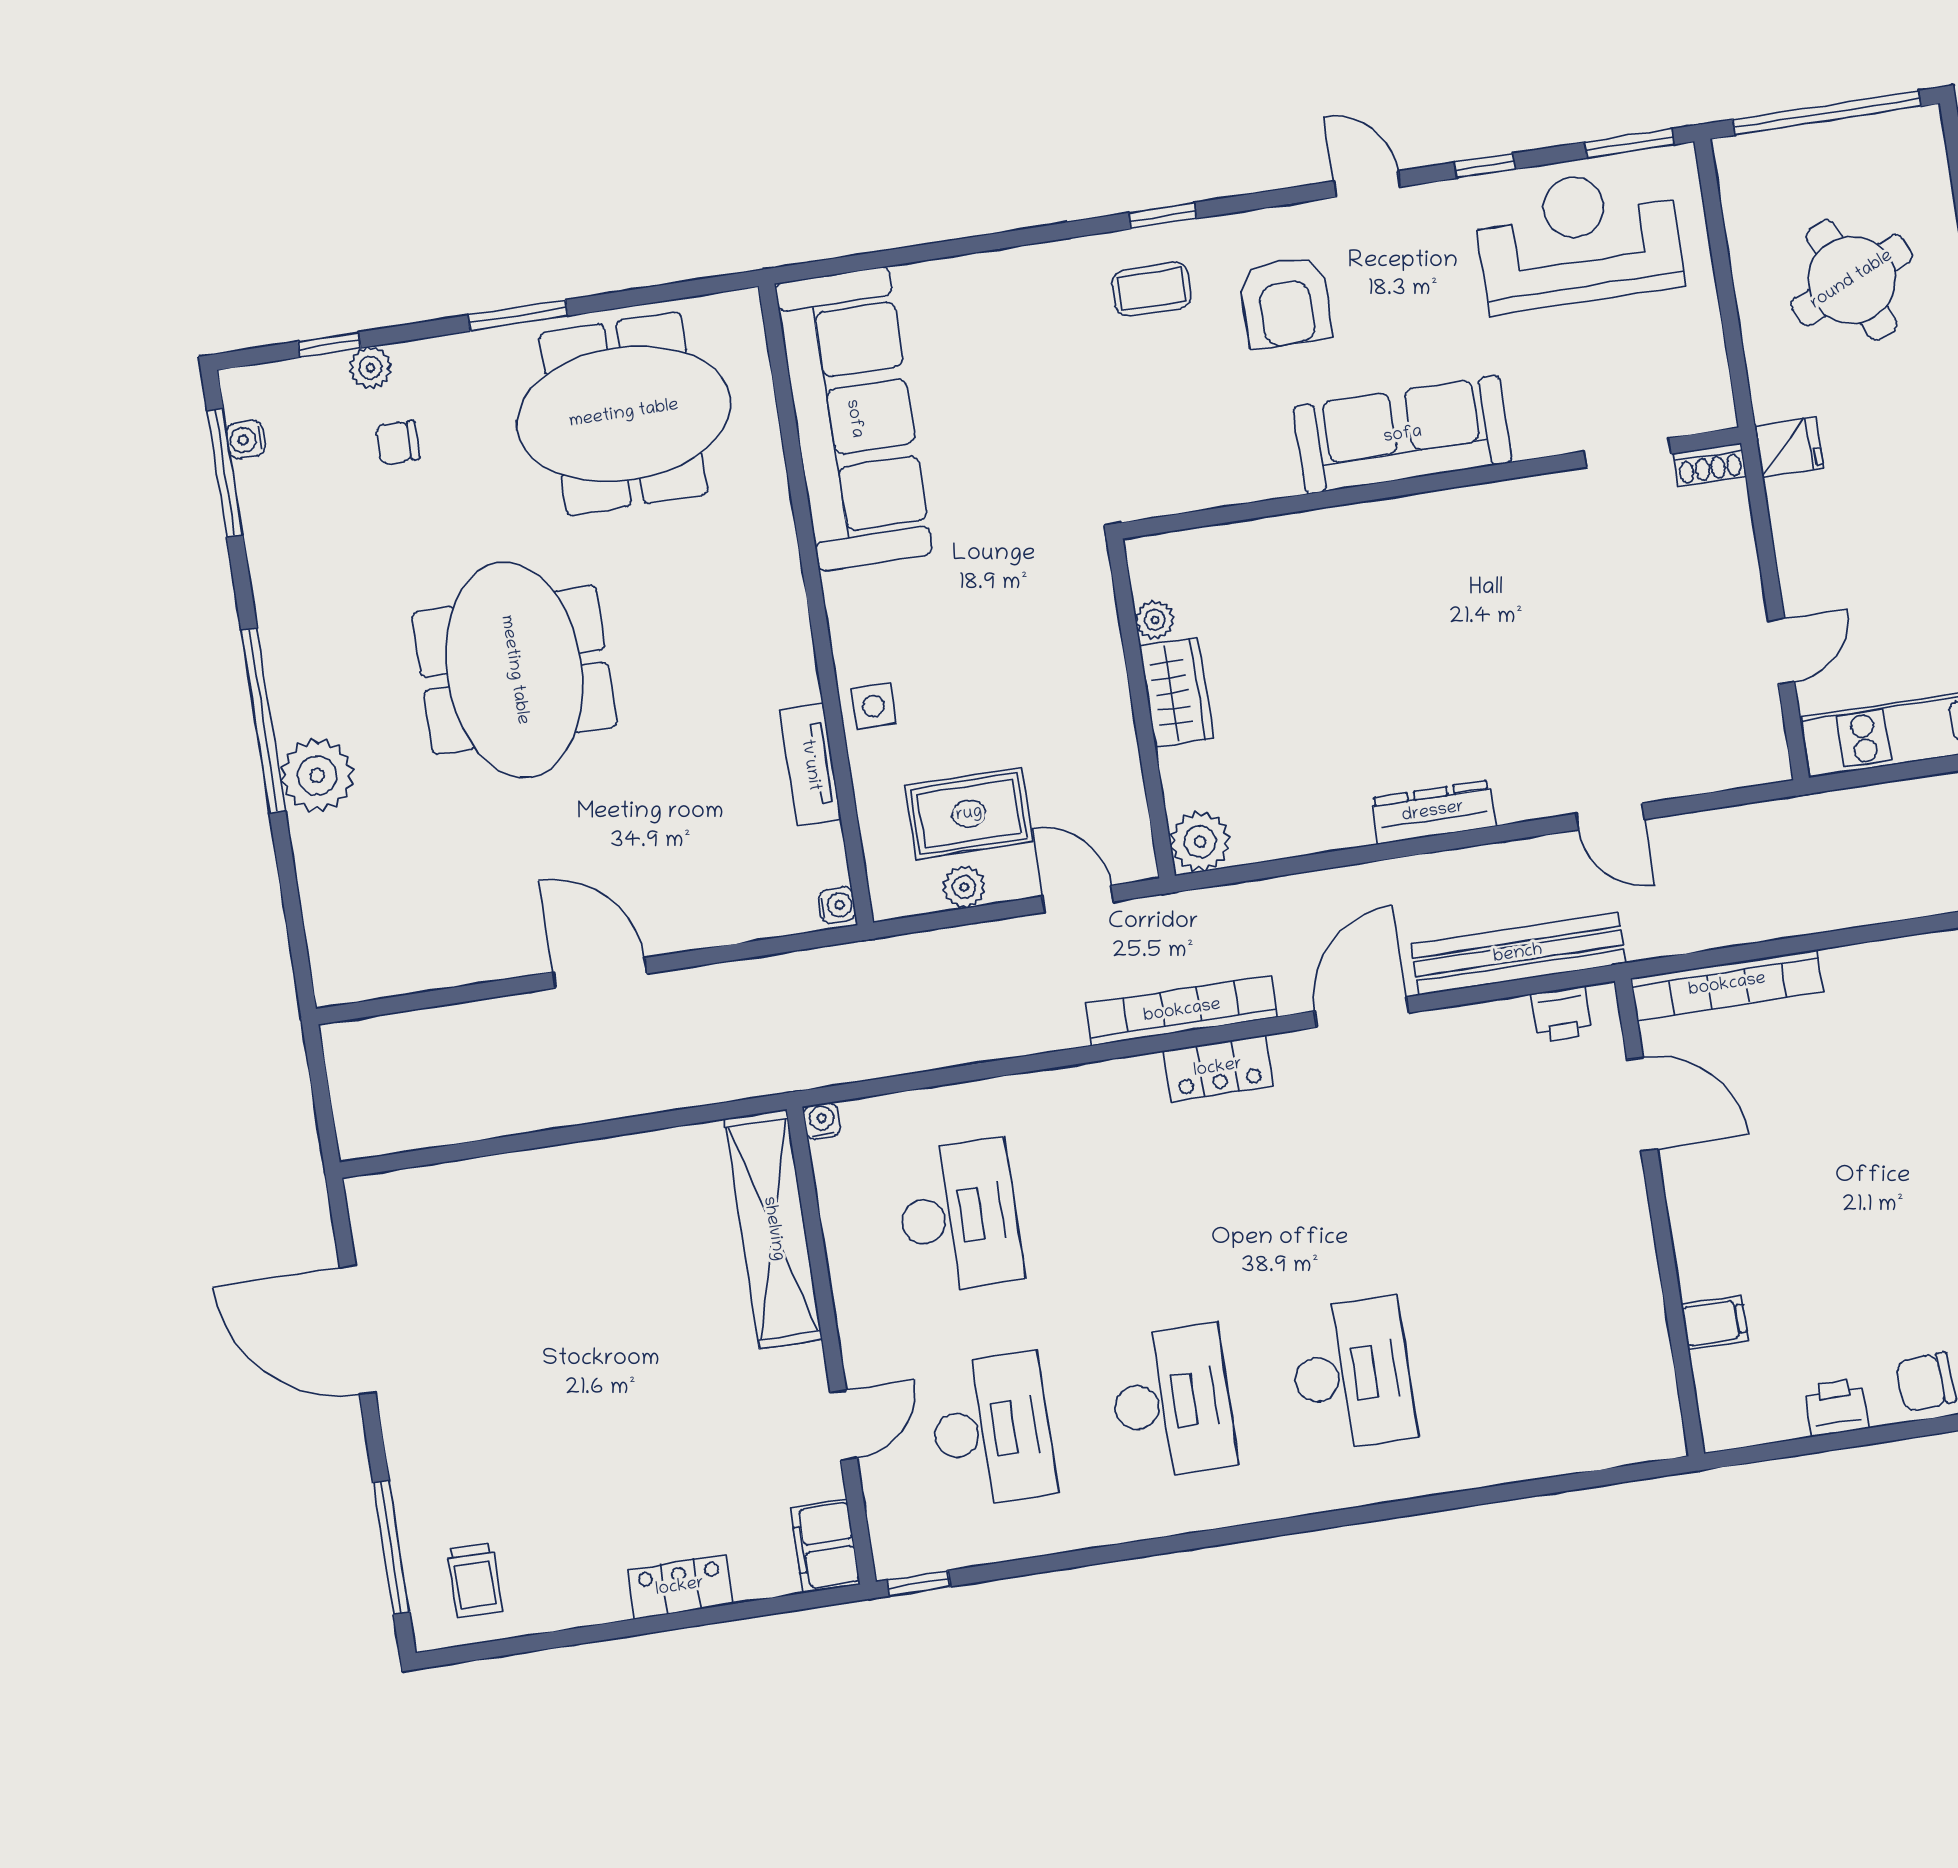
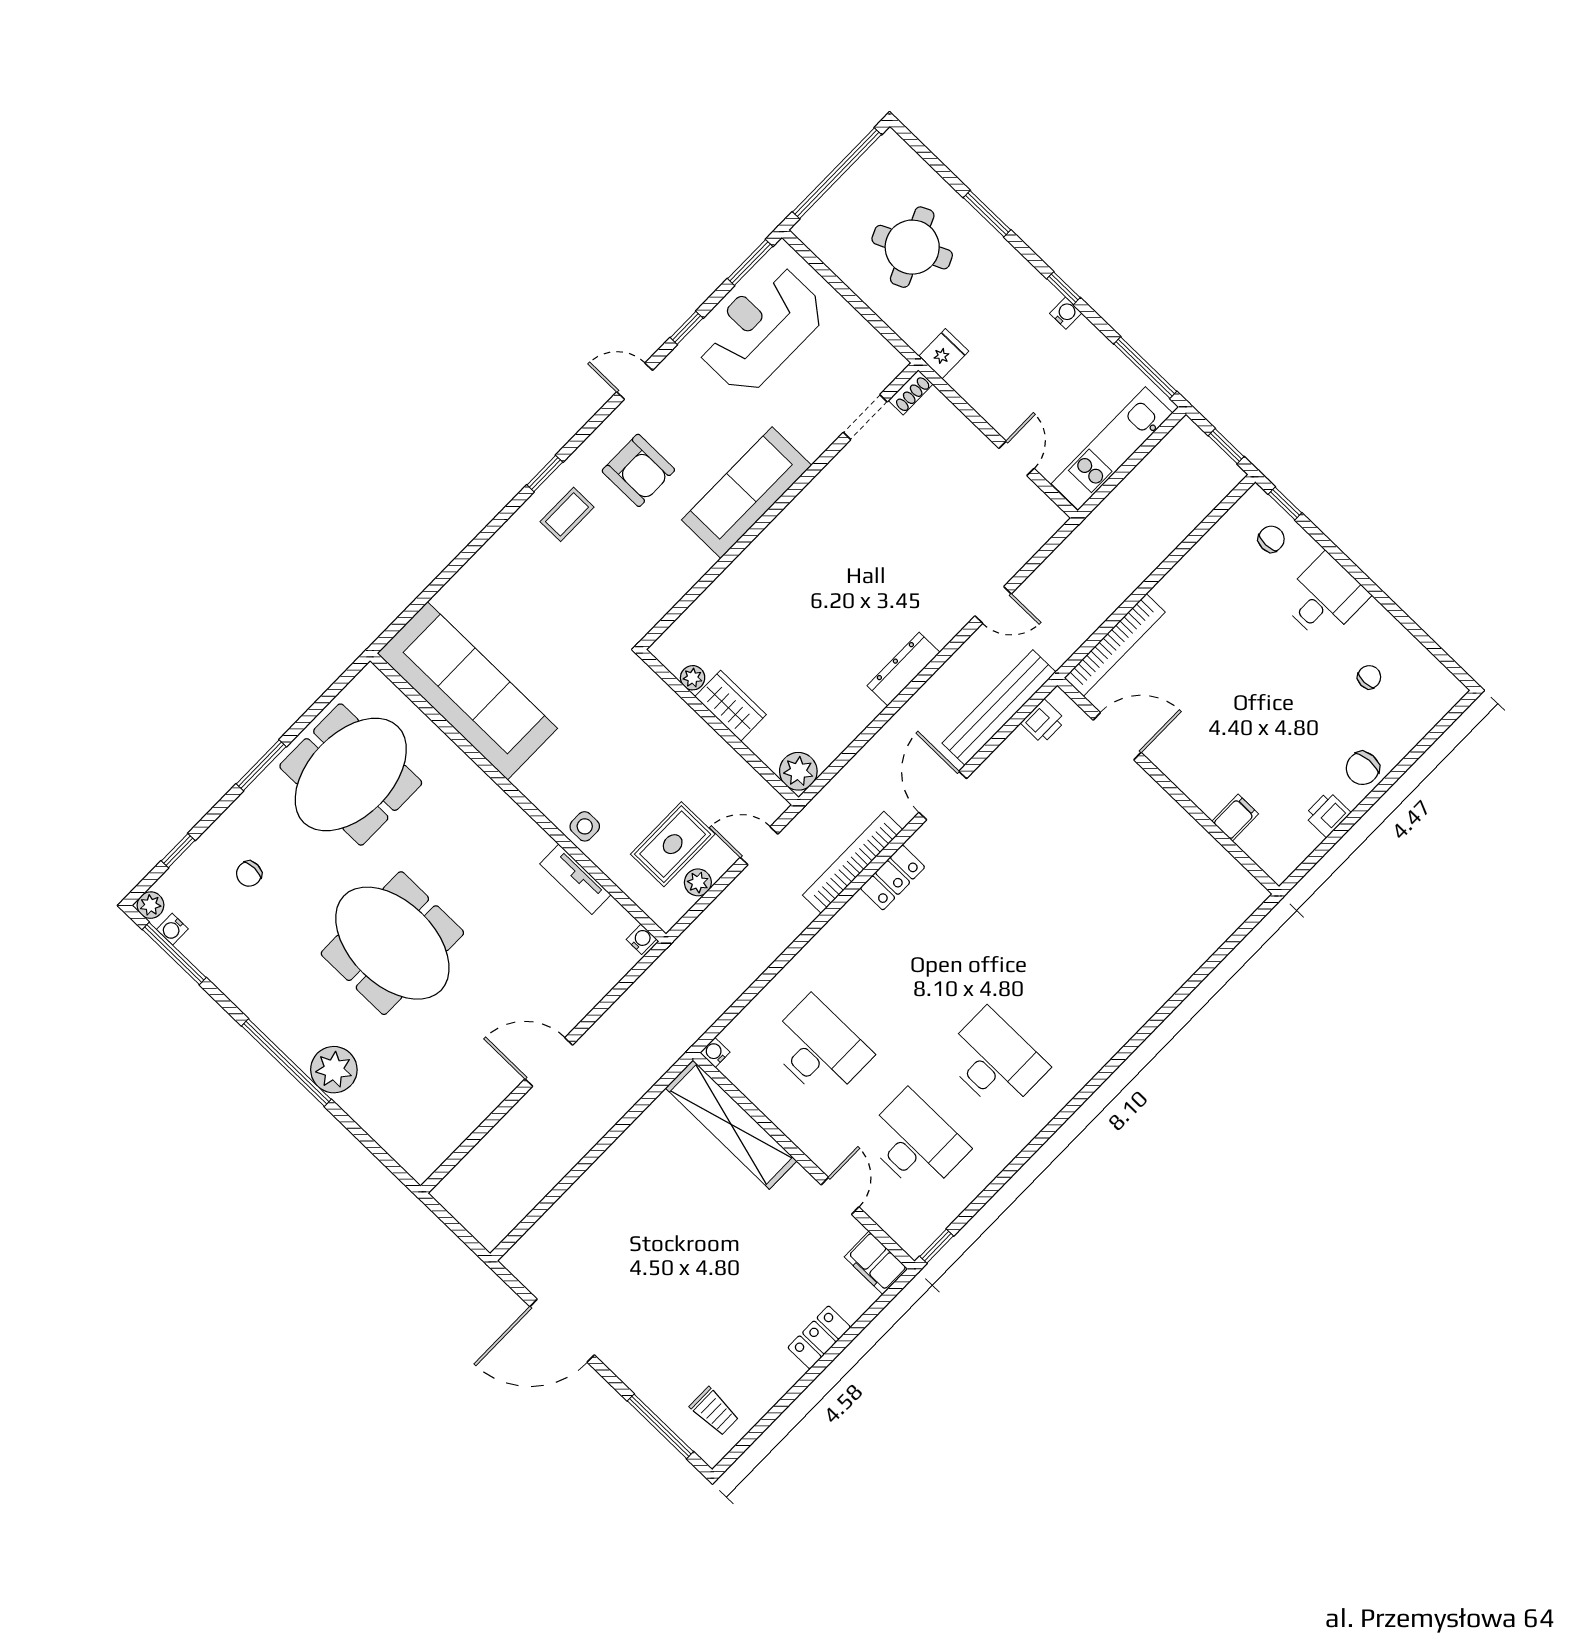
plant: (370, 368) -> (150, 905), moved
desk: (1352, 1374) -> (1074, 980), removed

